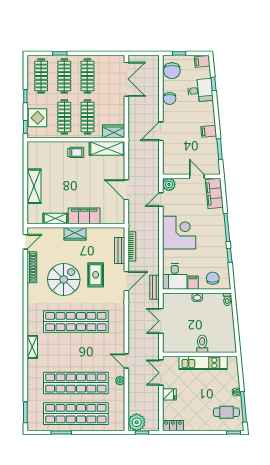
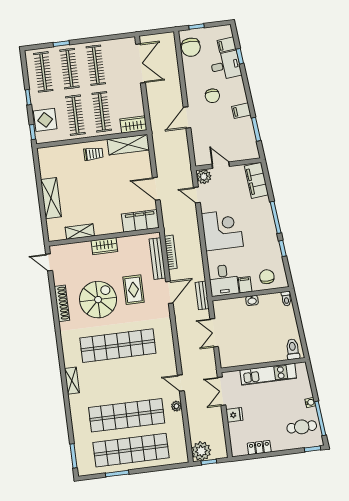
filing cabinet: (202, 61) -> (227, 45), moved
chair: (170, 98) -> (212, 96), moved
door: (197, 176) -> (221, 165), moved
door: (161, 200) -> (197, 195), hinge flipped
filing cabinet: (84, 216) -> (140, 221), moved
door: (25, 242) -> (49, 262), swing flipped
bench: (120, 250) -> (157, 259), width x1.36
shoe rack: (32, 267) -> (62, 303), moved
toilet: (202, 344) -> (293, 349), moved
locker: (173, 426) -> (259, 448), moved

